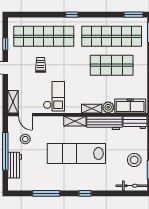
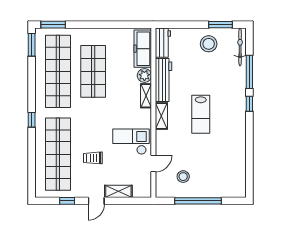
shelving: (13, 102) -> (118, 191), moved
door: (25, 115) -> (153, 164), moved
lab bench: (76, 153) -> (201, 114), width x0.54, depth x0.72
workbench: (15, 165) -> (215, 189), removed
window: (46, 193) -> (249, 72), moved

